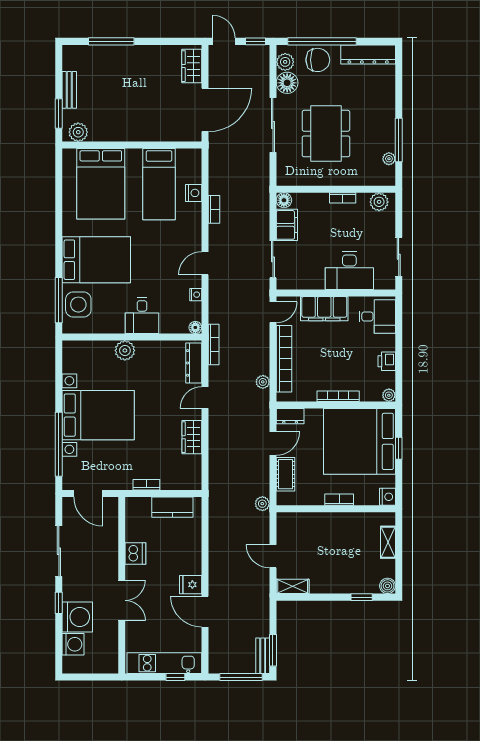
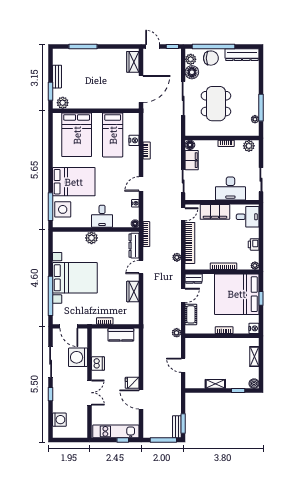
shelving: (293, 586) -> (215, 384), moved
washing machine: (77, 617) -> (78, 357), moved, turned 180

